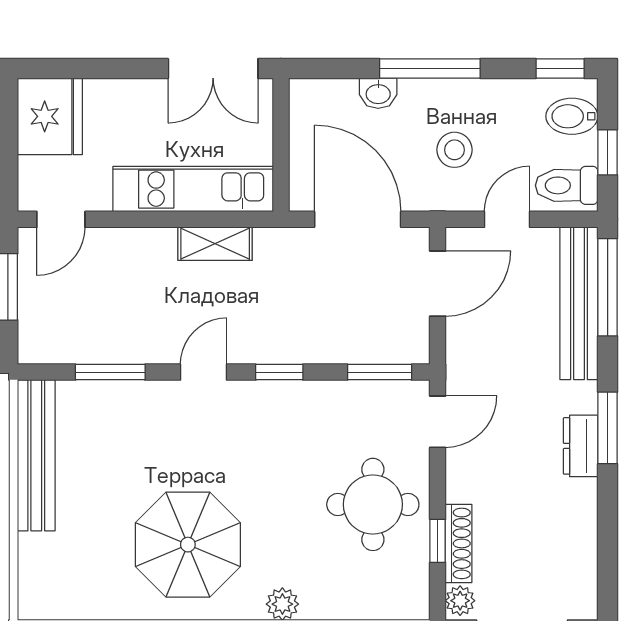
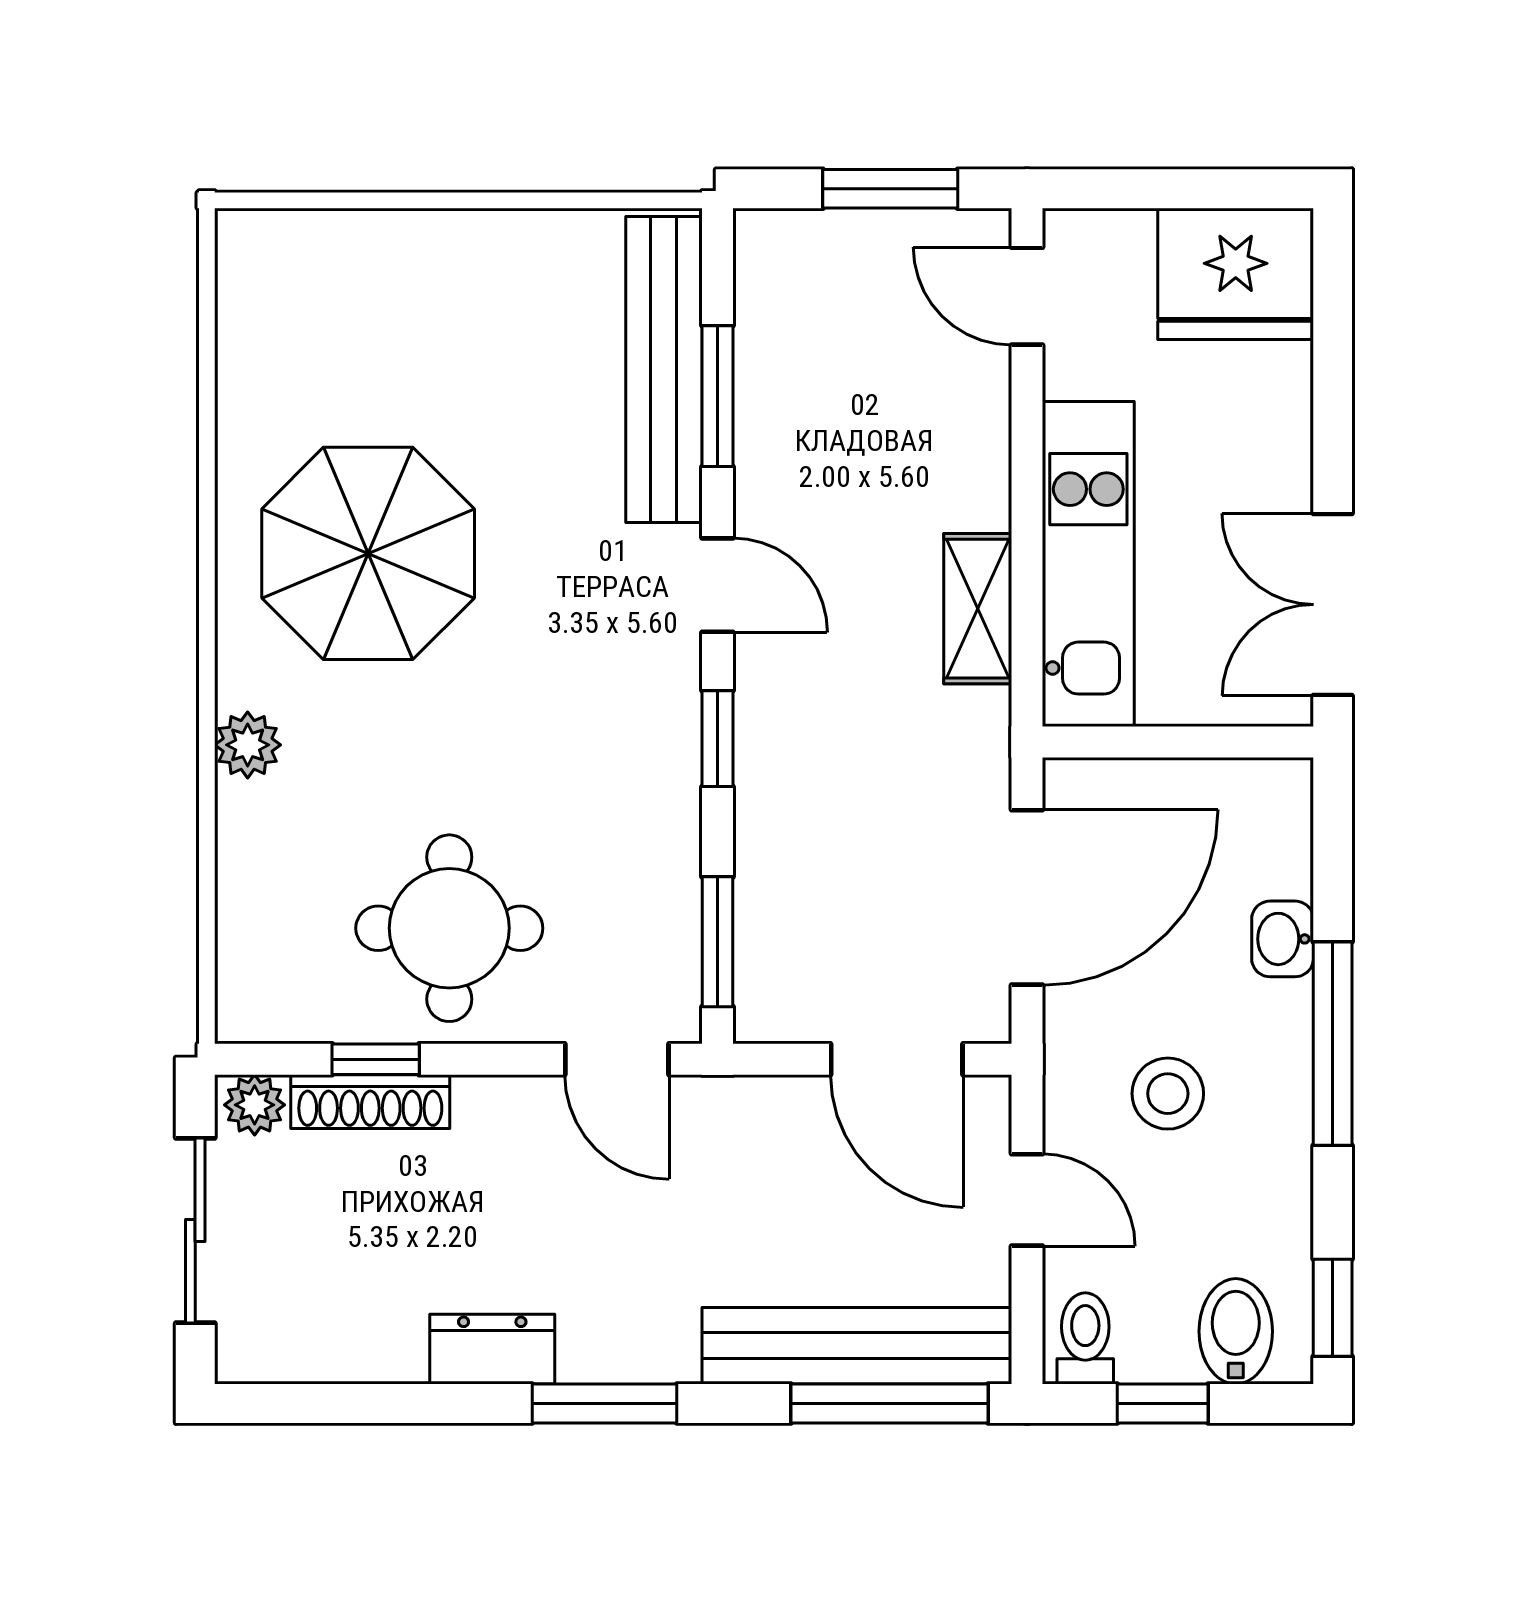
toilet: (567, 185) -> (1085, 1338), width x0.73, depth x0.72
dresser: (581, 446) -> (492, 1349), moved
bench: (36, 455) -> (664, 370), moved, turned 90

